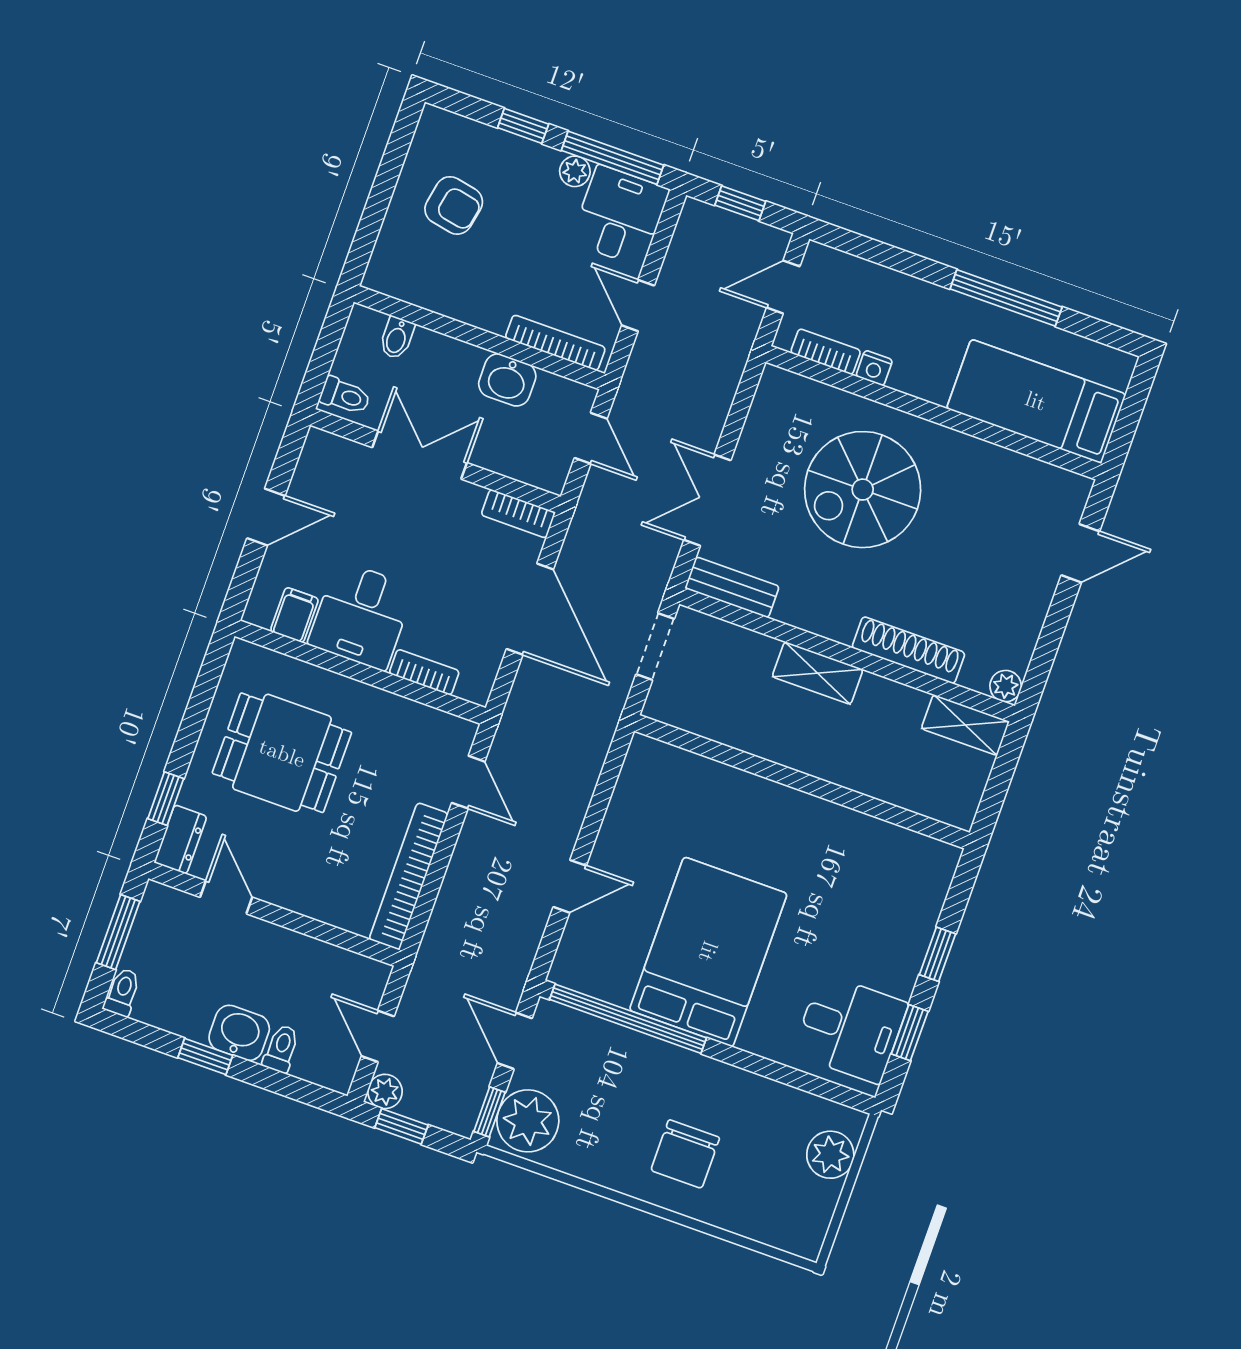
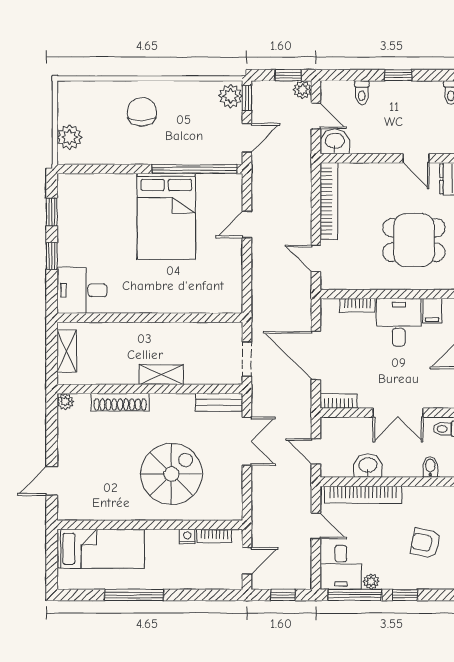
bookcase: (555, 343) -> (363, 495), width x1.48, depth x1.31
shelving: (965, 725) -> (67, 351), moved, turned 90
desk: (850, 1029) -> (82, 290), moved
washbasin: (239, 1033) -> (335, 141), moved, turned 180
door: (515, 1041) -> (247, 138), hinge flipped
plant: (528, 1121) -> (231, 96), width x0.73, depth x0.73

